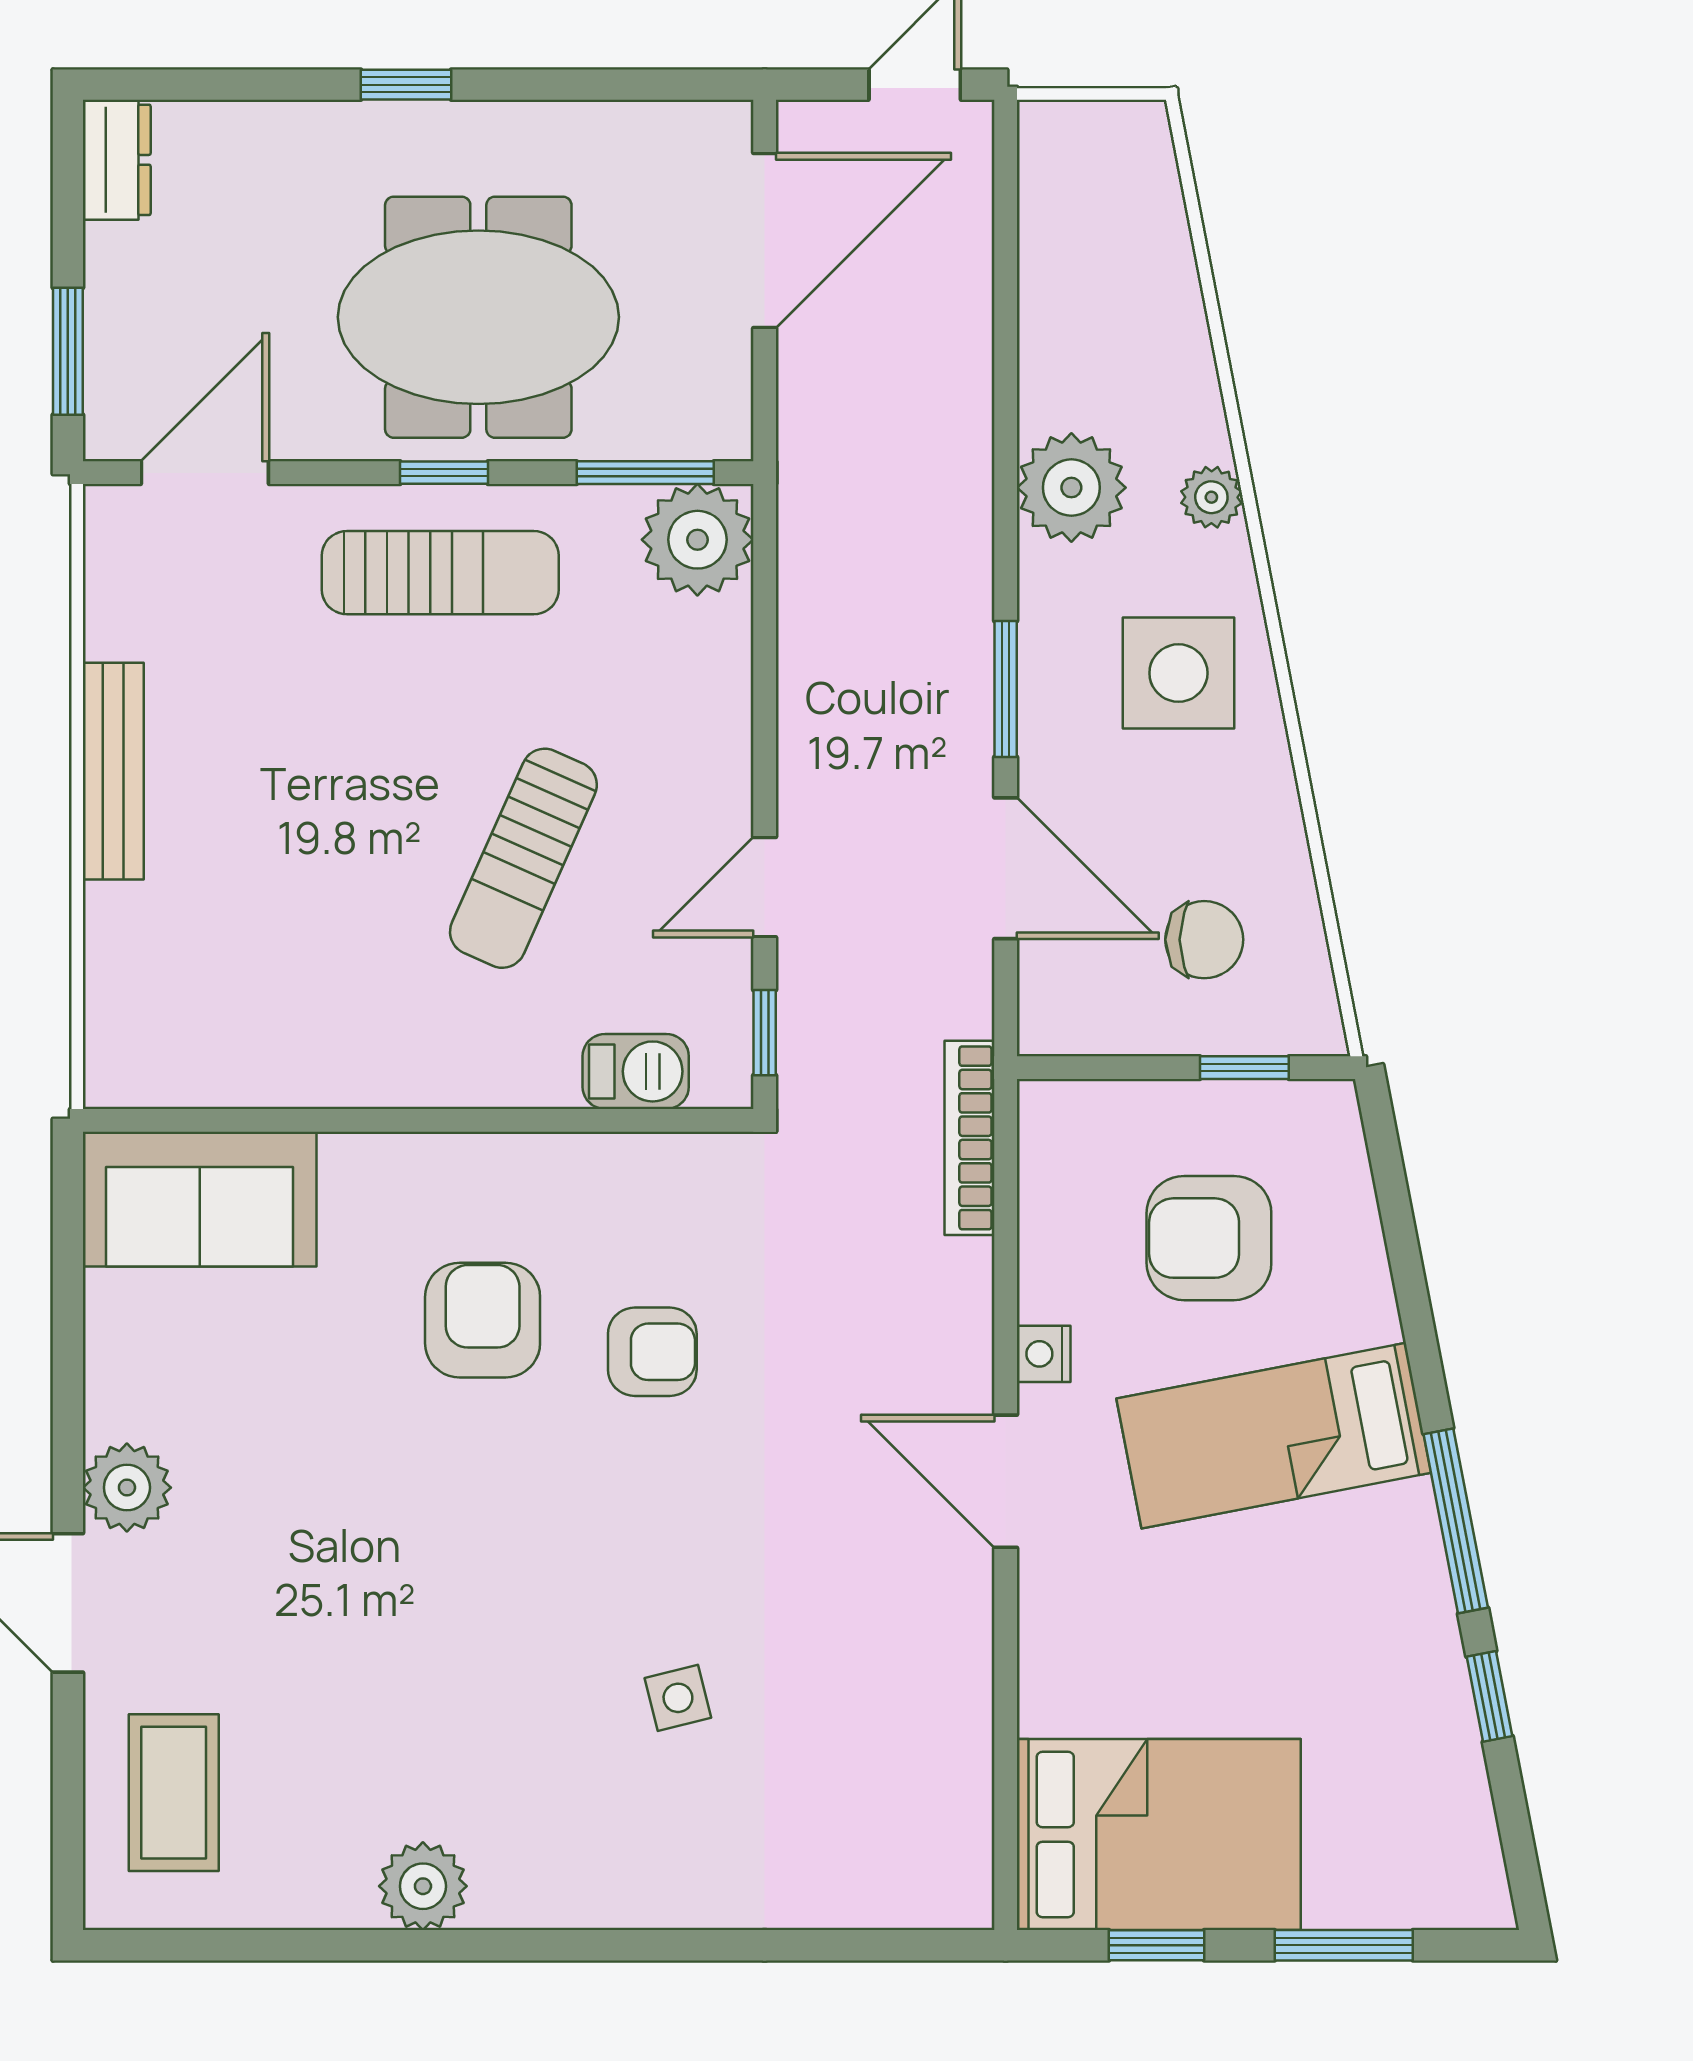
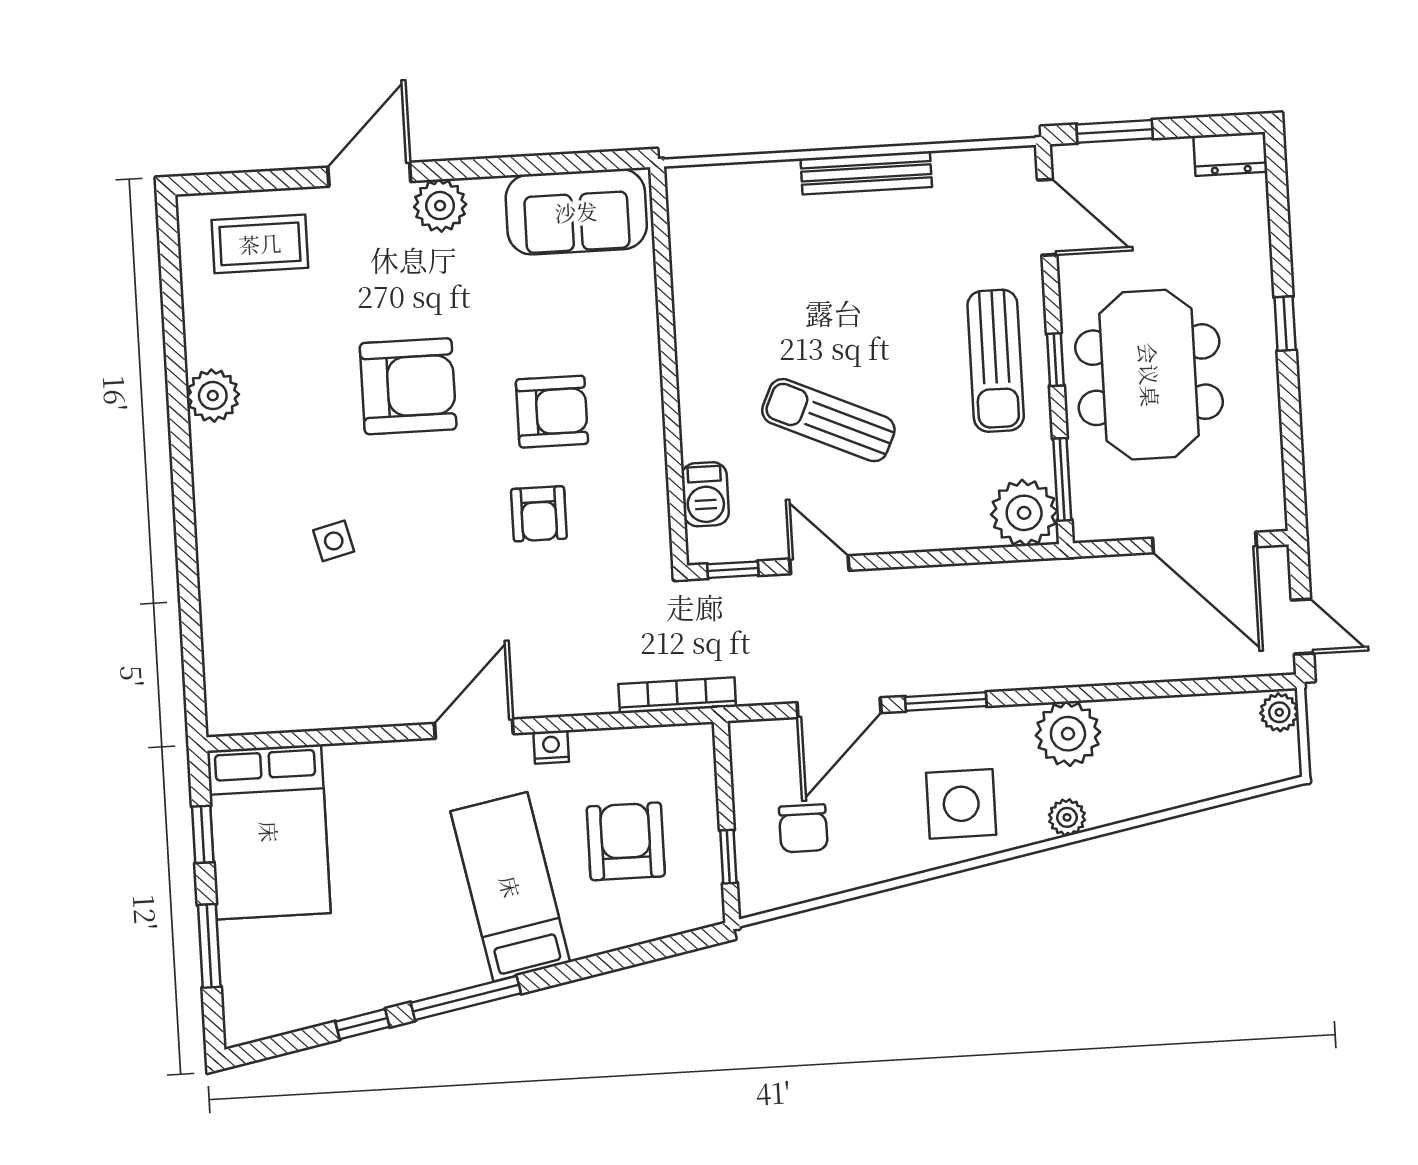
plant: (1056, 132) -> (1279, 712), added
sofa: (200, 1199) -> (576, 212), moved, turned -90
armchair: (426, 1558) -> (408, 386), added

